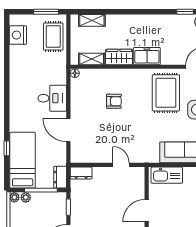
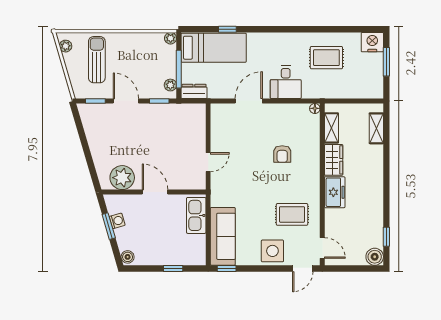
window: (46, 12) -> (386, 62), moved
nightstand: (18, 35) -> (372, 42), moved
rug: (53, 36) -> (326, 58), moved
rug: (166, 93) -> (292, 214), width x0.73, depth x0.70
dresser: (81, 173) -> (199, 116), removed
plant: (26, 197) -> (170, 85), moved

